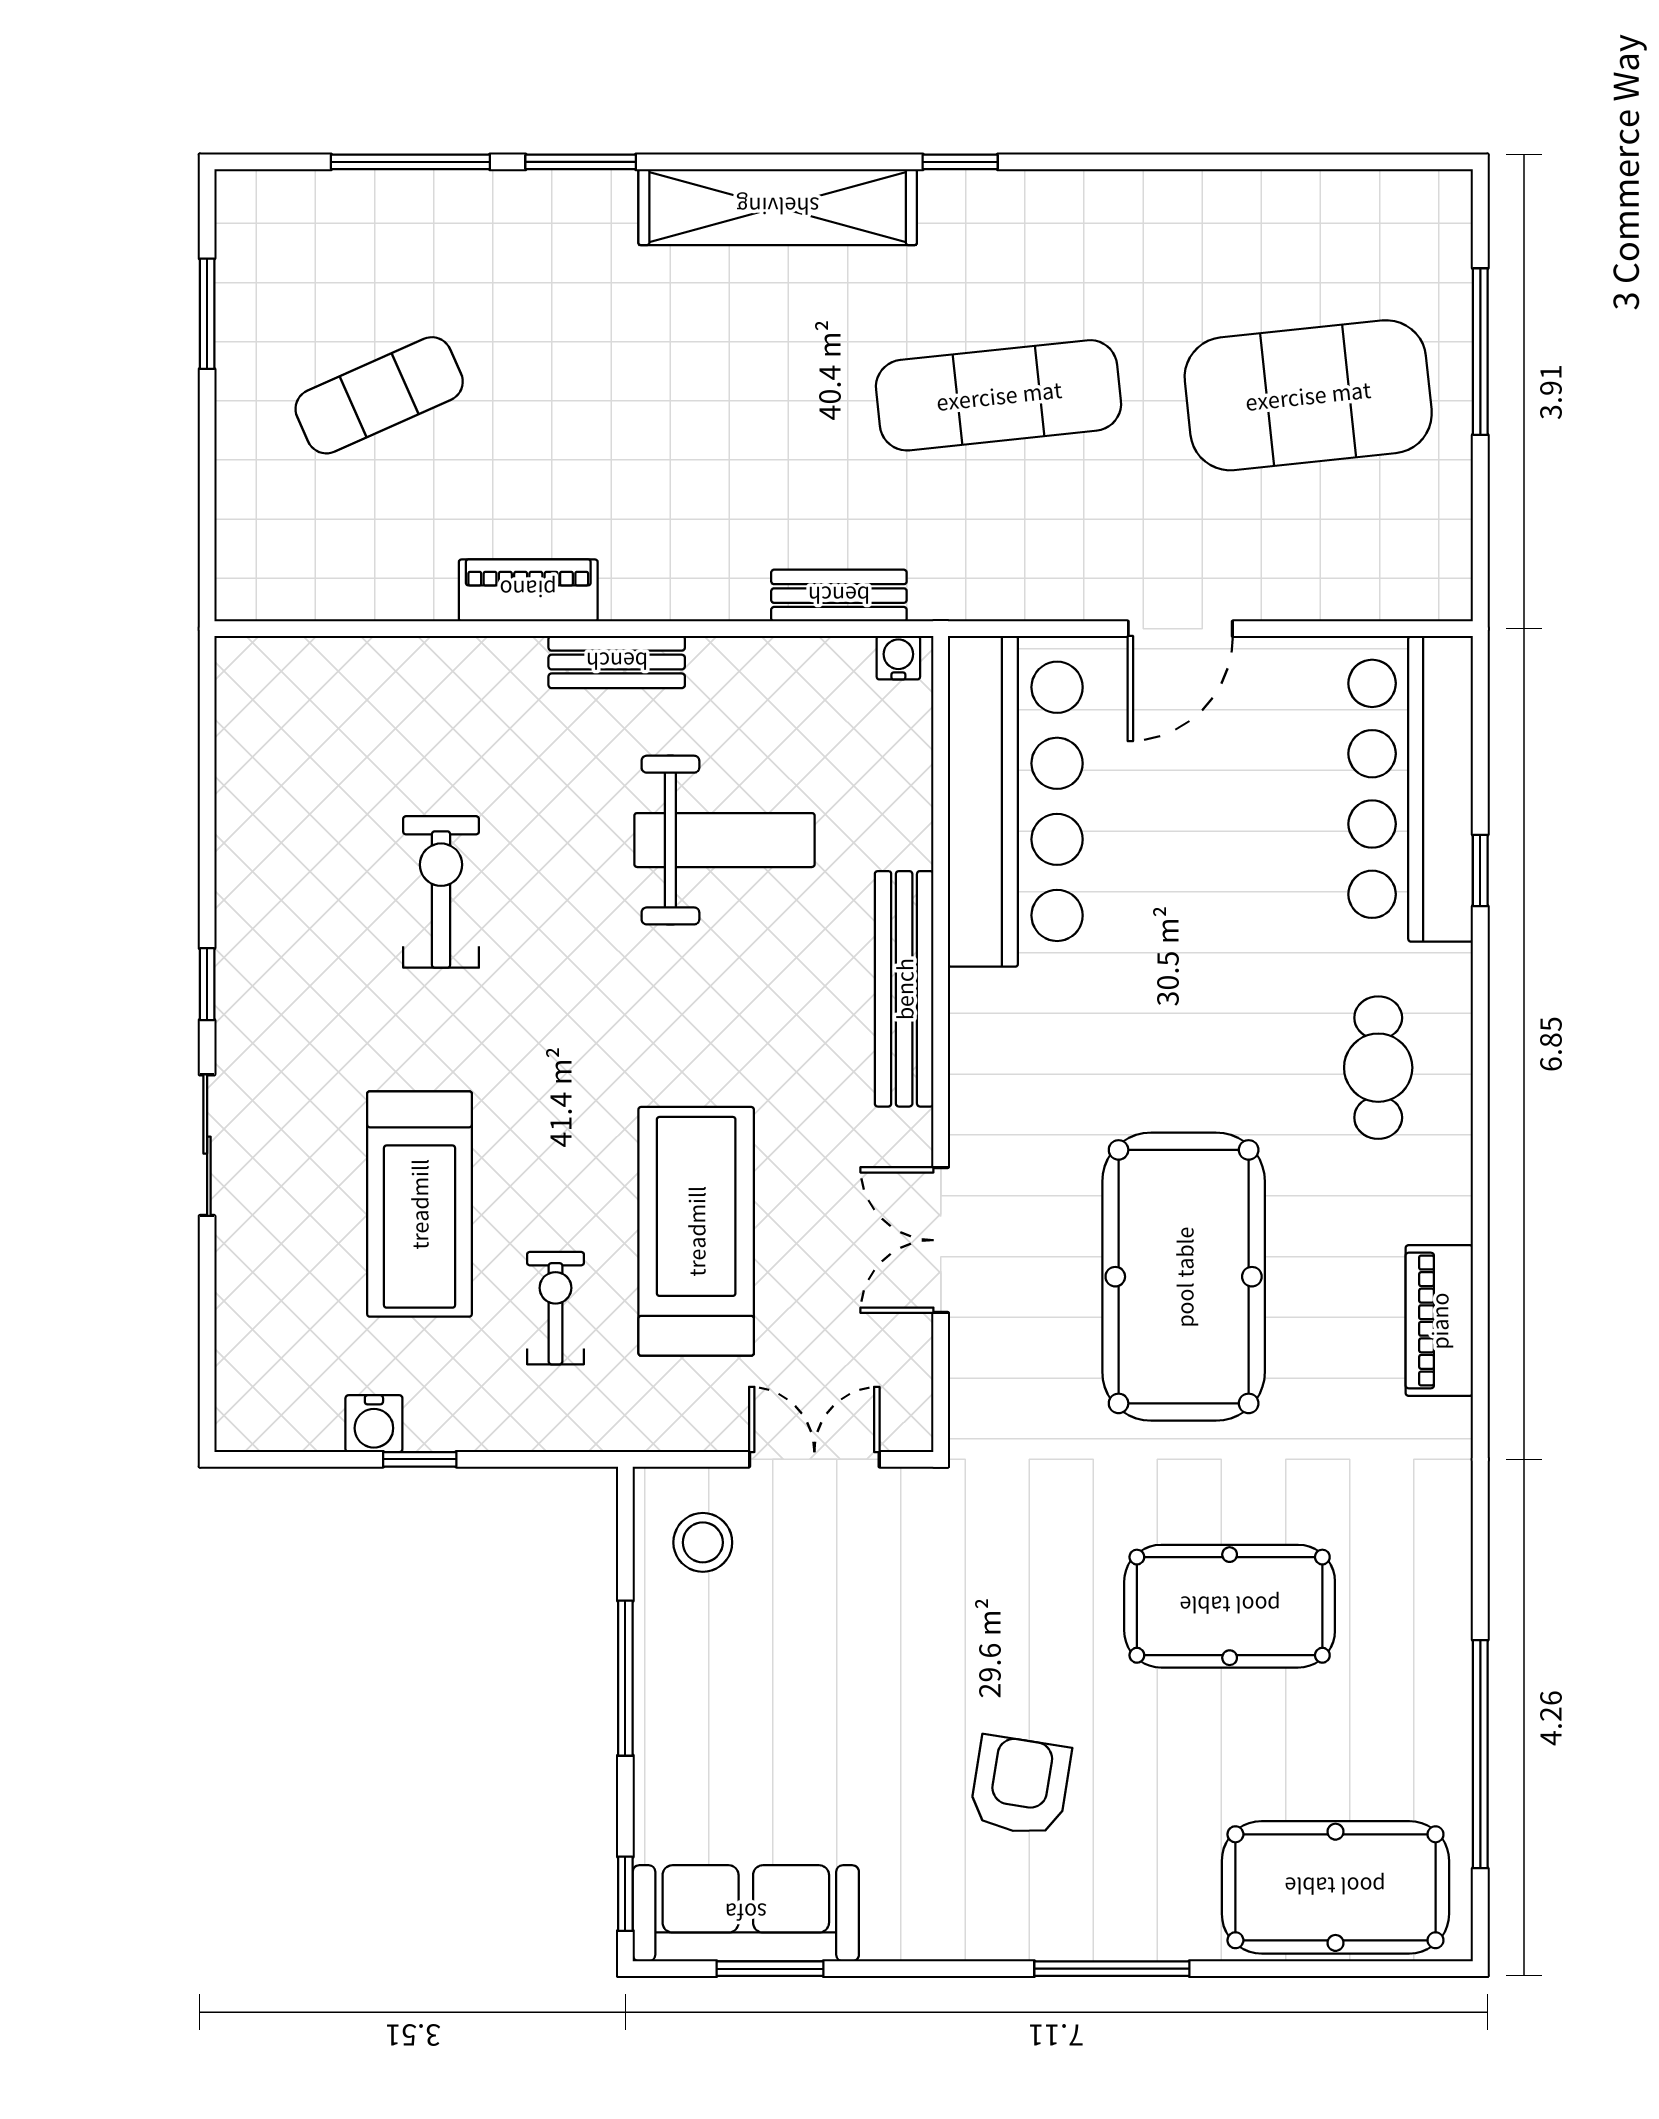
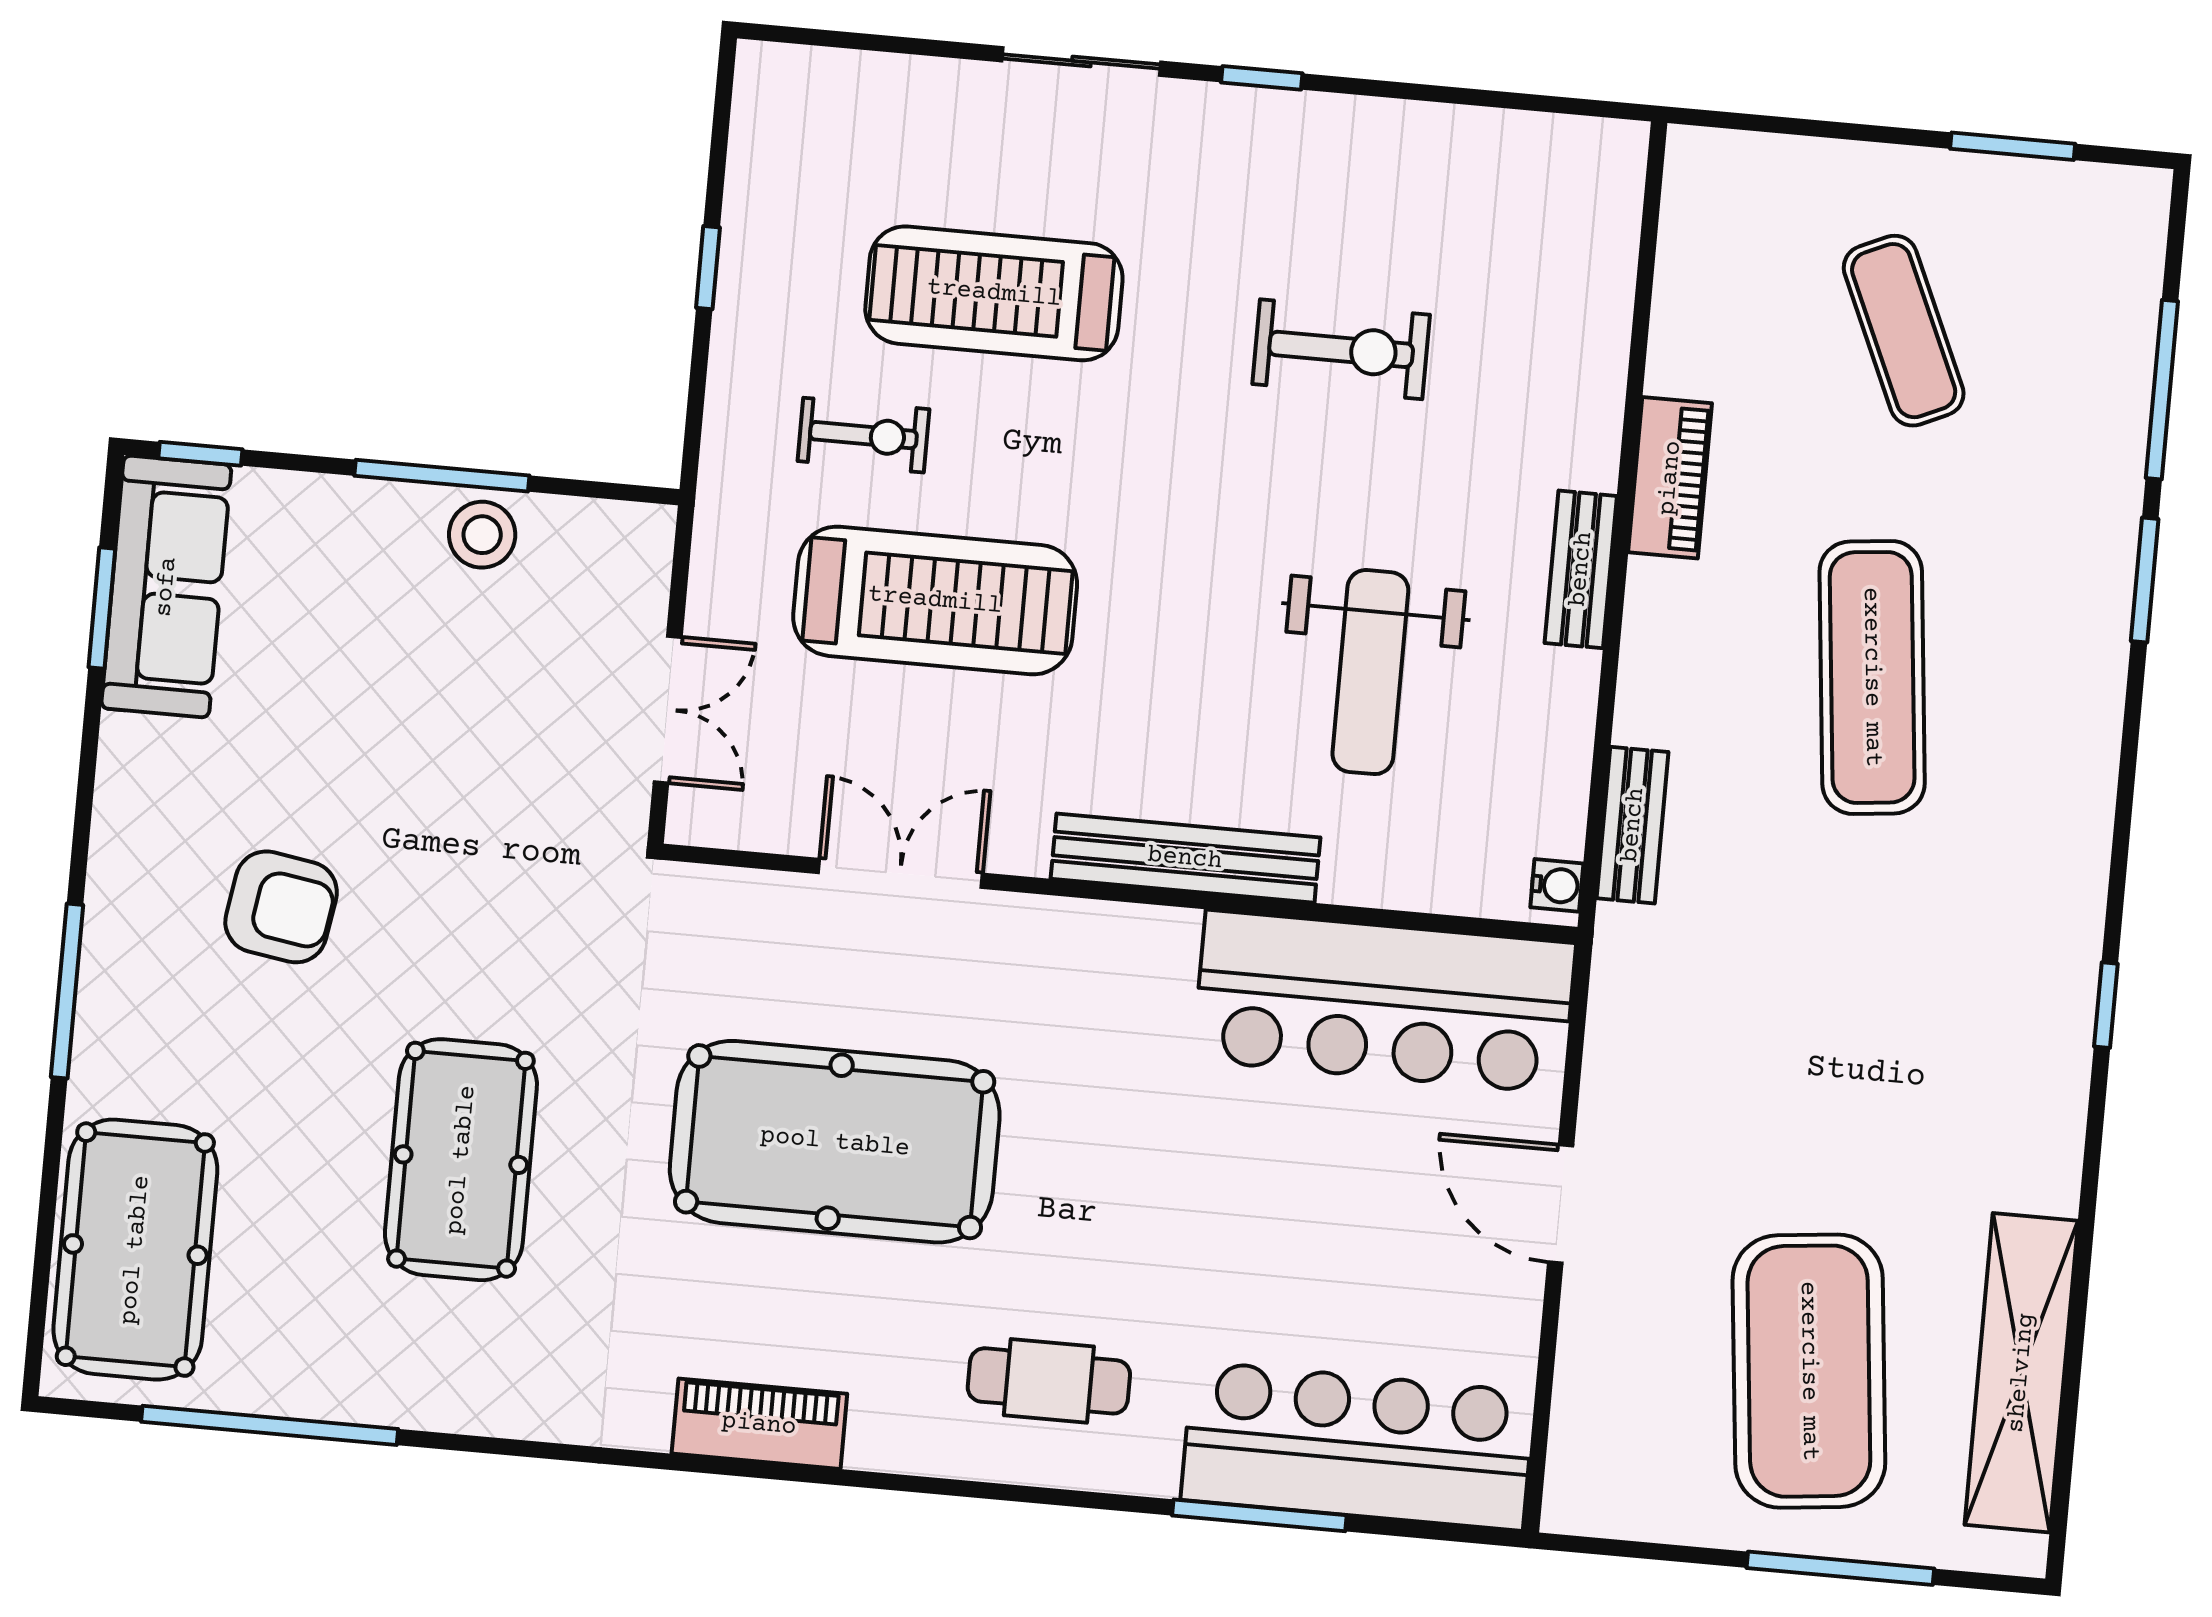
shelving: (778, 207) -> (2021, 1373), moved
exercise mat: (999, 395) -> (1872, 677), moved
window: (1480, 870) -> (1259, 1515), width x2.17
water cooler: (374, 1424) -> (753, 220), removed
stool: (703, 1542) -> (482, 535), moved

